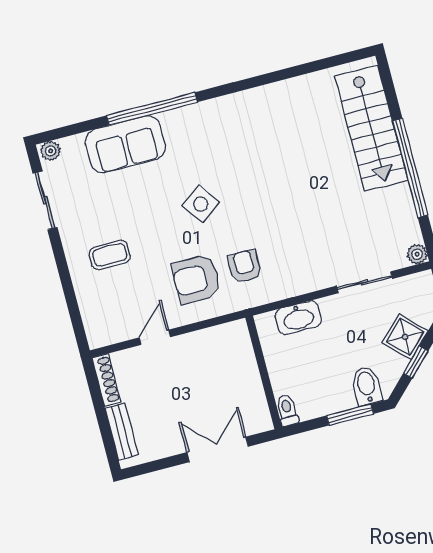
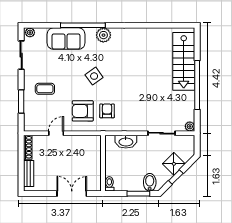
plant: (198, 118) -> (103, 35), added
window: (69, 293) -> (21, 102), added

